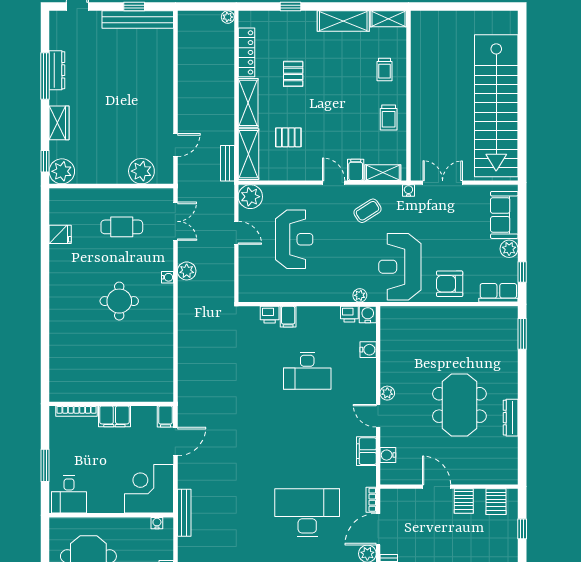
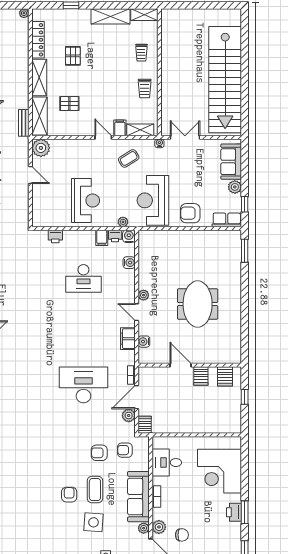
reception desk: (294, 239) -> (85, 200), moved
filing cabinet: (288, 317) -> (102, 238), moved
dresser: (511, 418) -> (236, 313), removed

